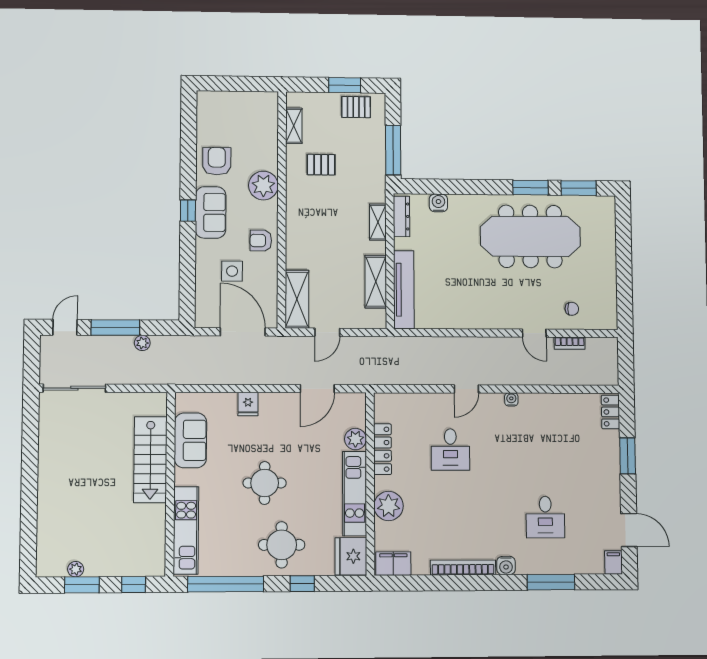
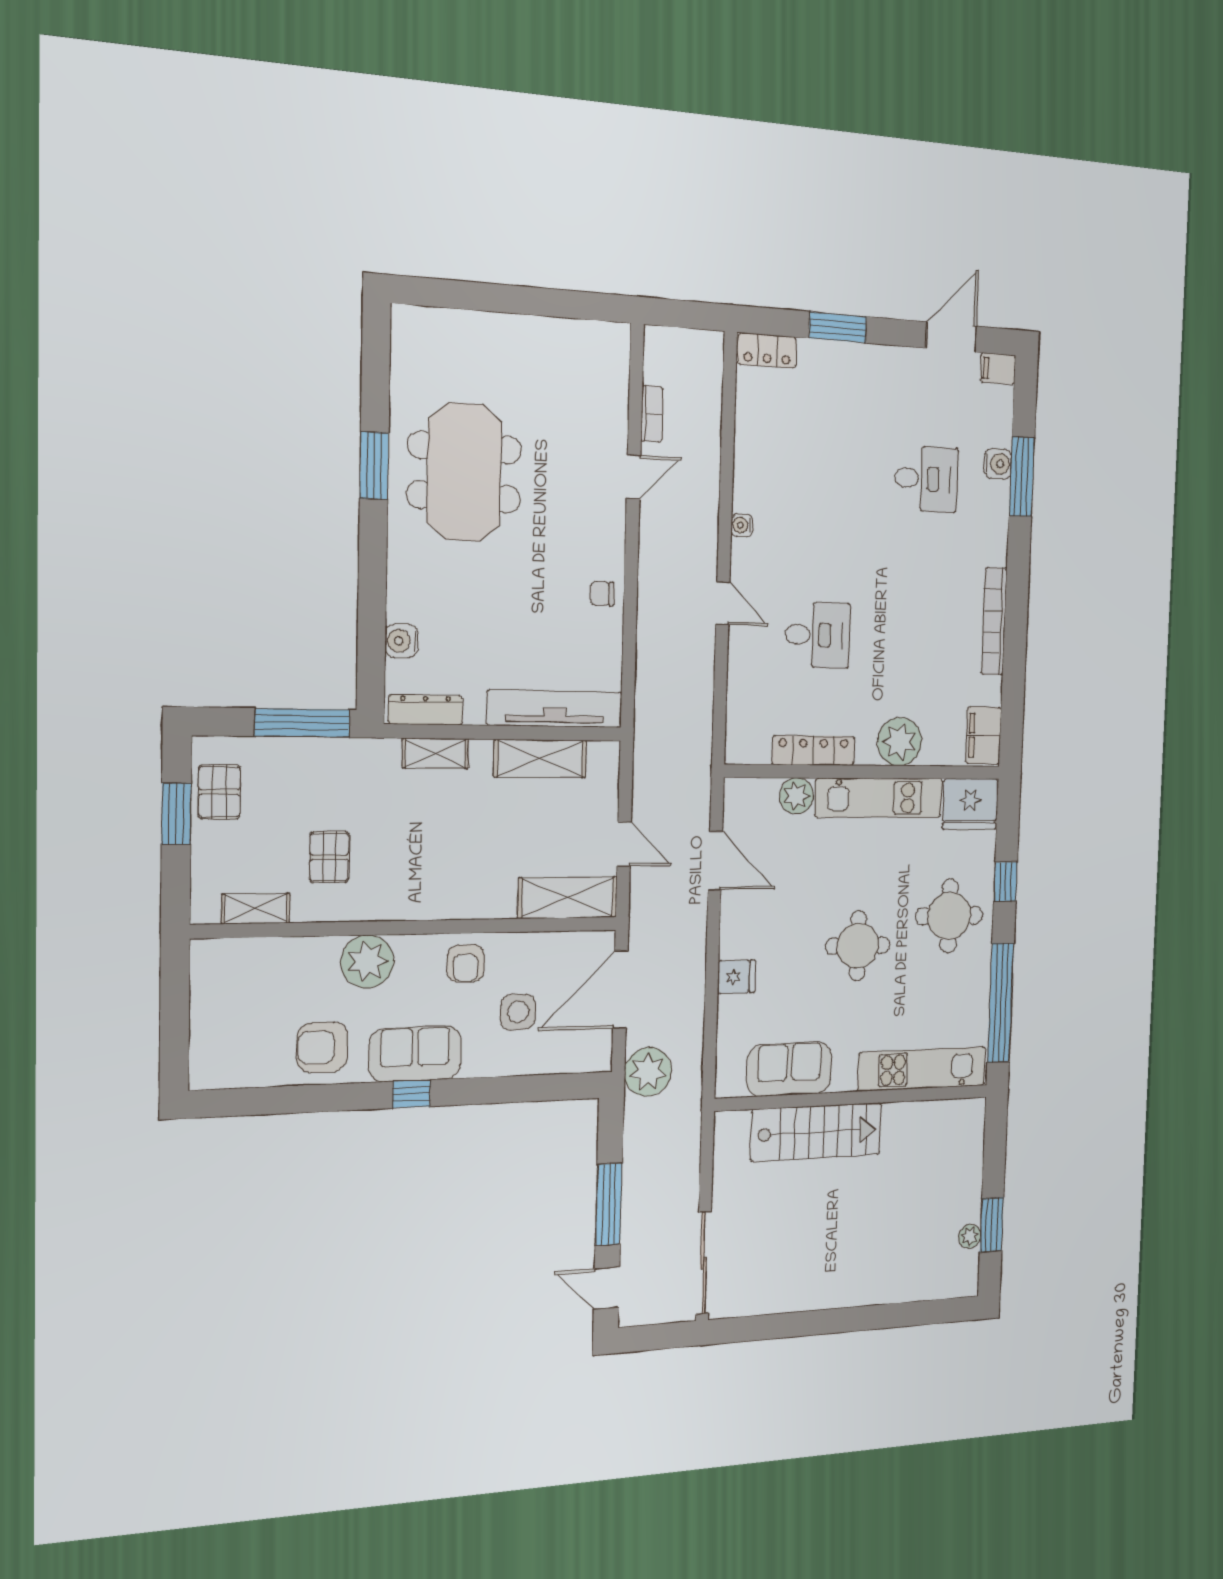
window: (579, 188) -> (376, 373), removed
meeting table: (530, 236) -> (464, 472), width x0.73
chair: (572, 309) -> (602, 594), moved, turned -90
plant: (142, 343) -> (648, 1072), moved, width x1.87, depth x1.87
water cooler: (506, 566) -> (998, 464), moved
window: (134, 585) -> (995, 1146), removed

